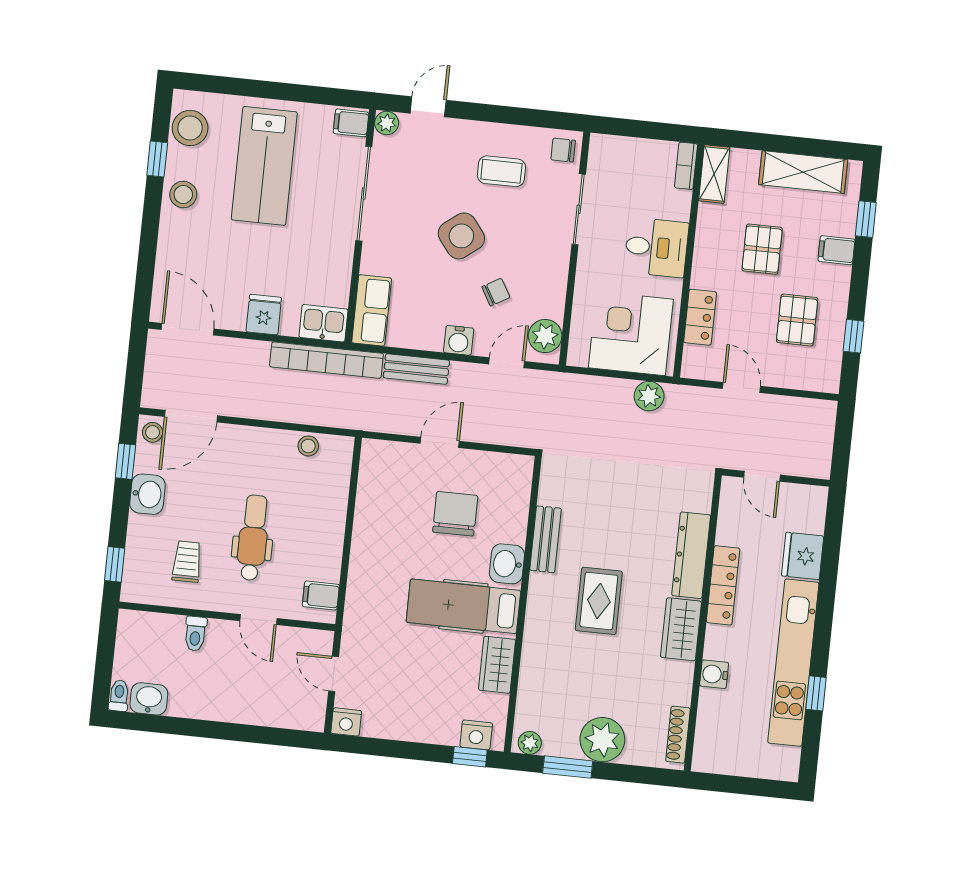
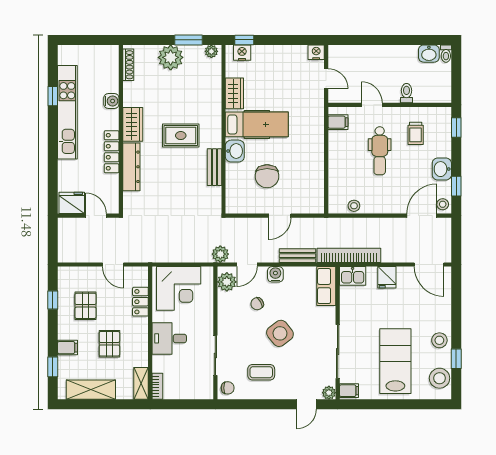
plant: (649, 396) -> (220, 254), moved
fridge: (803, 556) -> (72, 203), moved, turned -90
rug: (599, 601) -> (181, 136), turned 90

